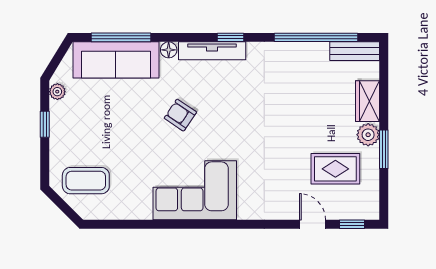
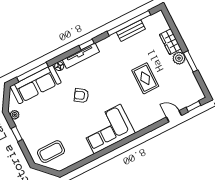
bench: (355, 51) -> (131, 31), moved
rug: (335, 169) -> (145, 78), moved, turned 90

